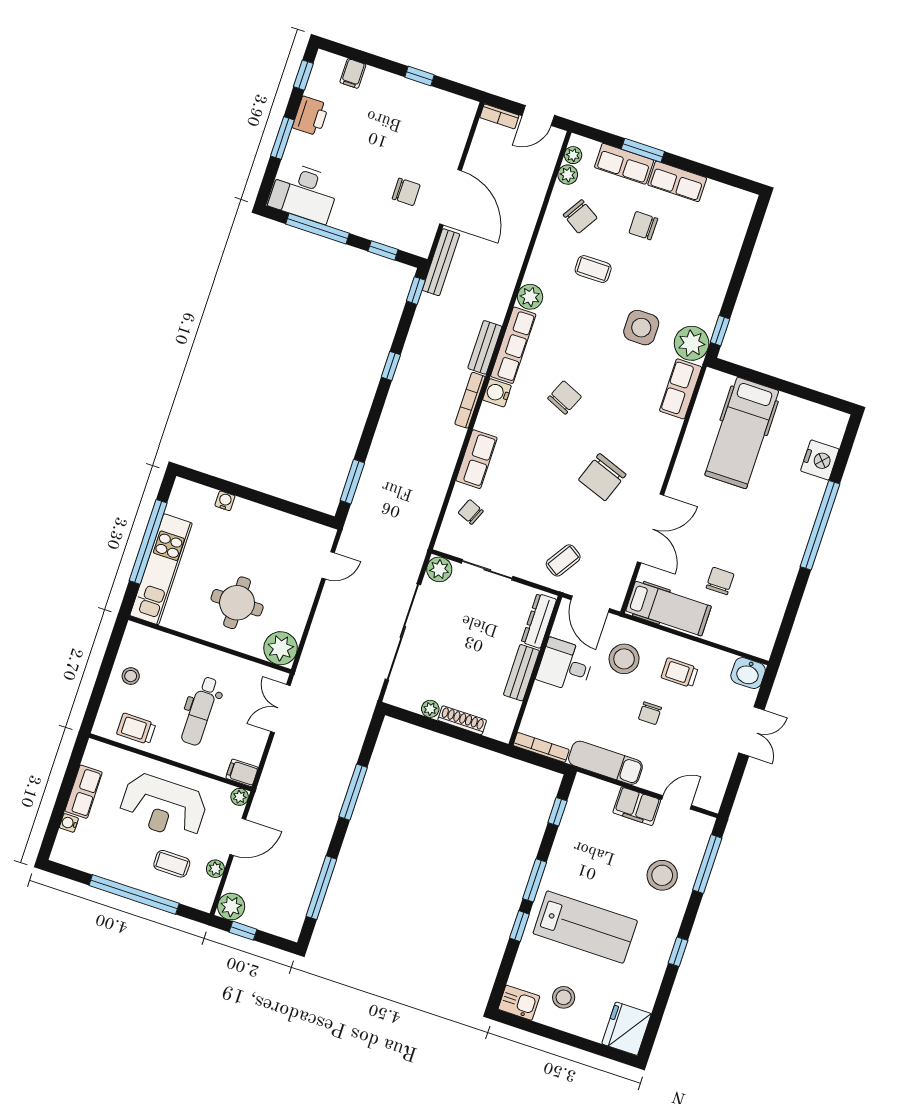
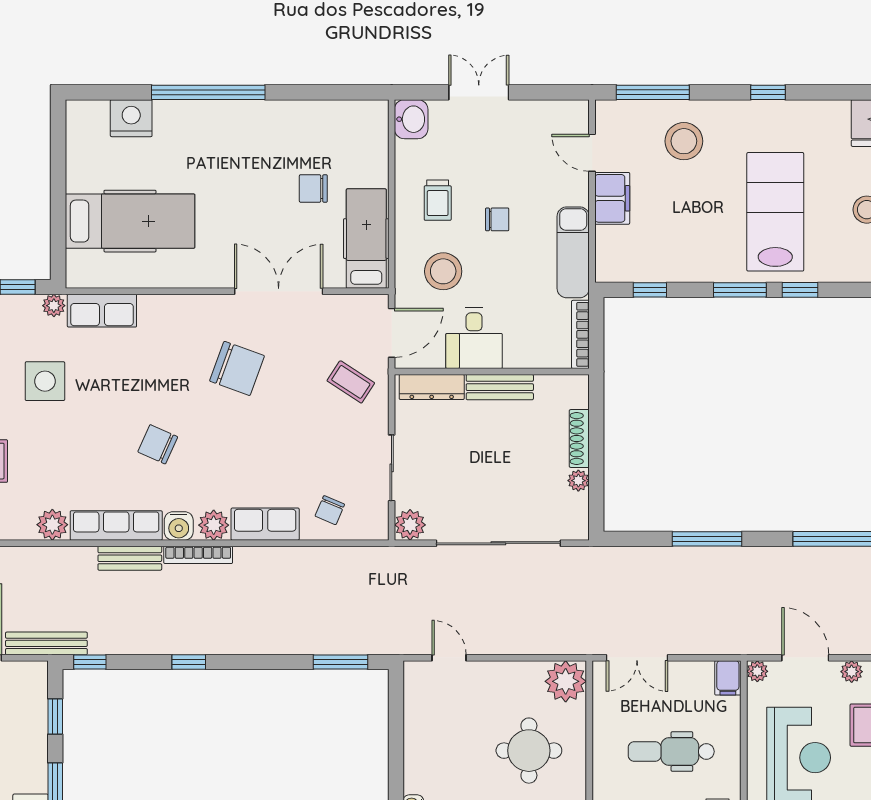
plant: (692, 343) -> (54, 306), width x0.53, depth x0.53
plant: (489, 420) -> (214, 525), added
dental chair: (200, 711) -> (671, 752), turned 180

